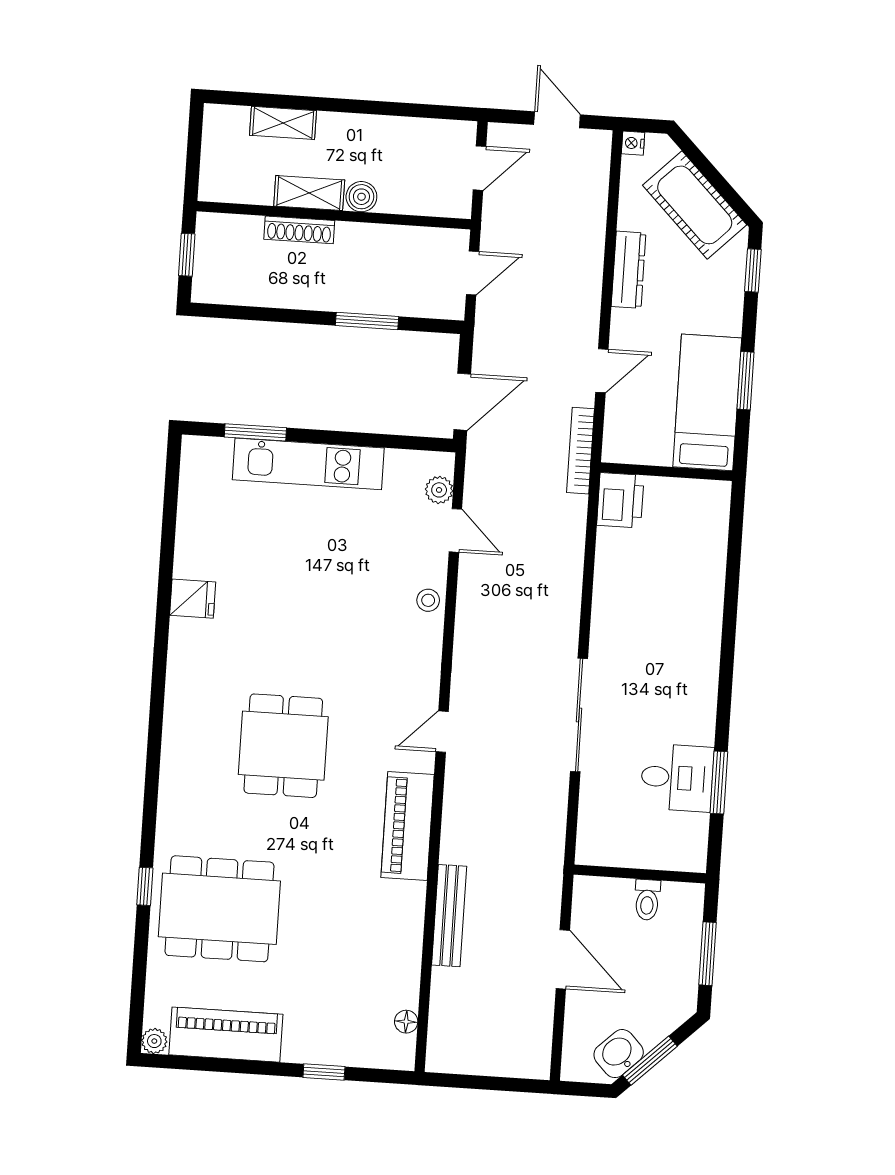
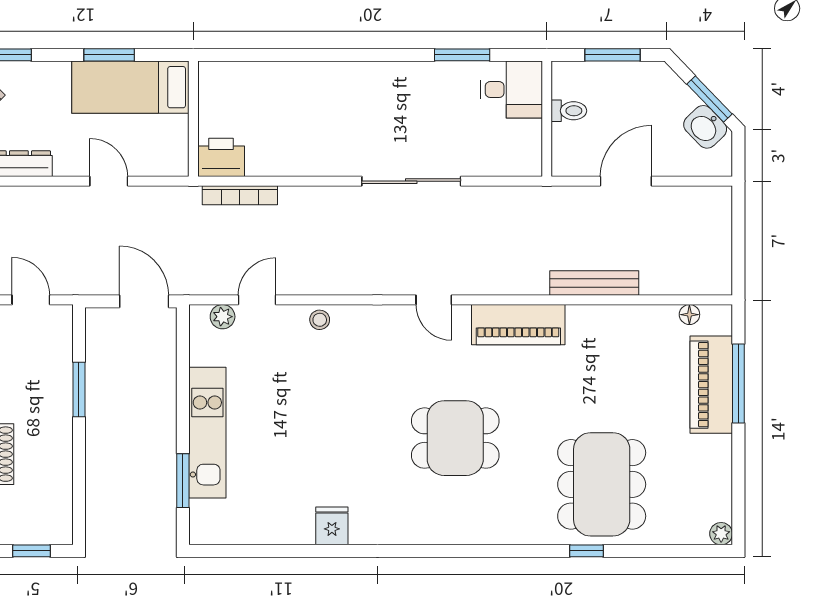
bookcase: (580, 451) -> (240, 195), moved
desk: (677, 778) -> (511, 90), moved, turned 90
piano: (226, 1035) -> (711, 385), moved
window: (324, 1072) -> (738, 384), width x2.17

